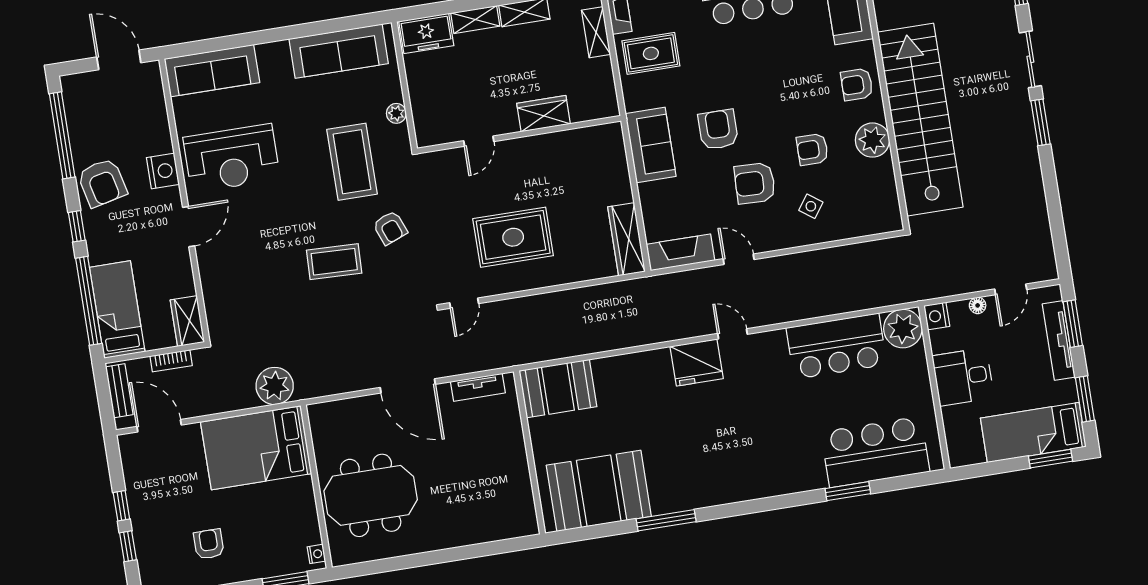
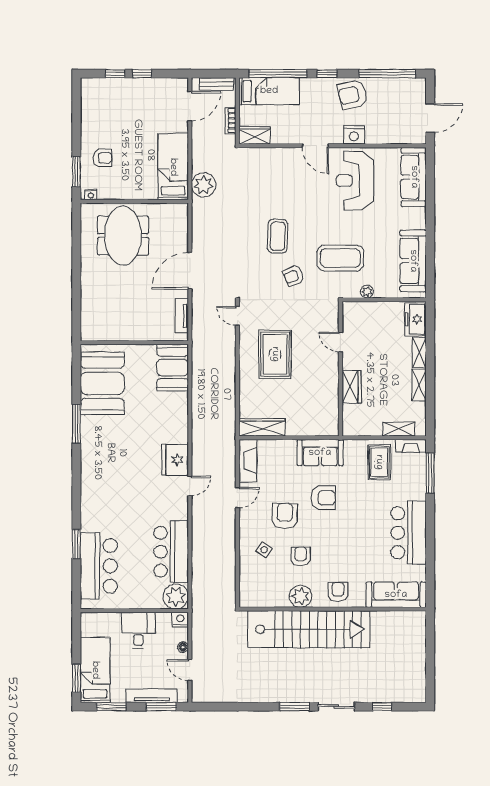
bed: (256, 448) -> (173, 167), width x0.67
armchair: (209, 544) -> (103, 158), moved

